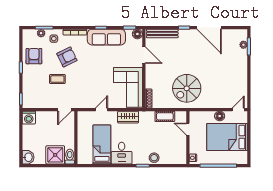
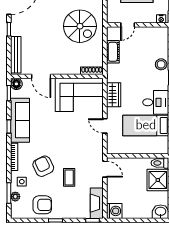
door: (144, 55) -> (41, 76), swing flipped
armchair: (34, 56) -> (42, 205), turned 180
fireplace: (35, 103) -> (97, 203), added

